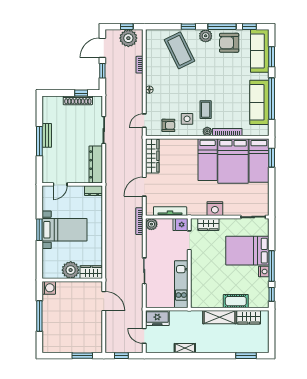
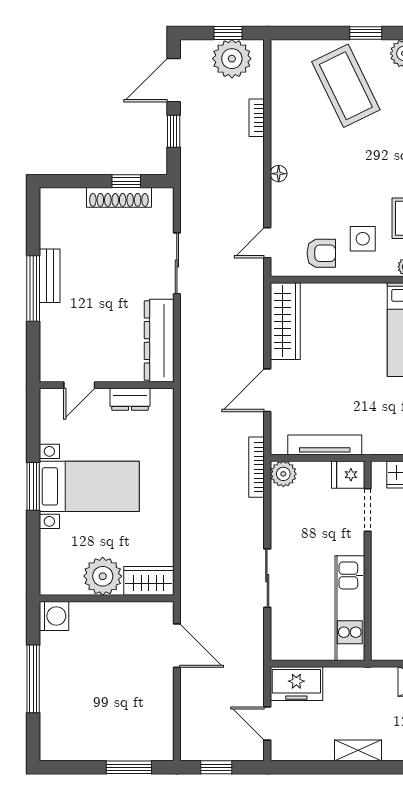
dresser: (94, 191) -> (130, 399), moved

